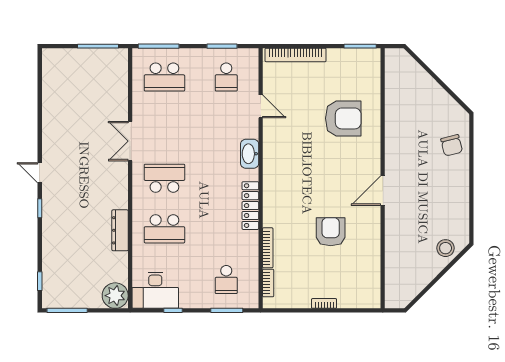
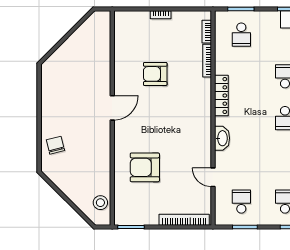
armchair: (331, 232) -> (155, 74), turned 90
stool: (446, 248) -> (100, 203), moved
school desk: (226, 280) -> (241, 35), turned 180

